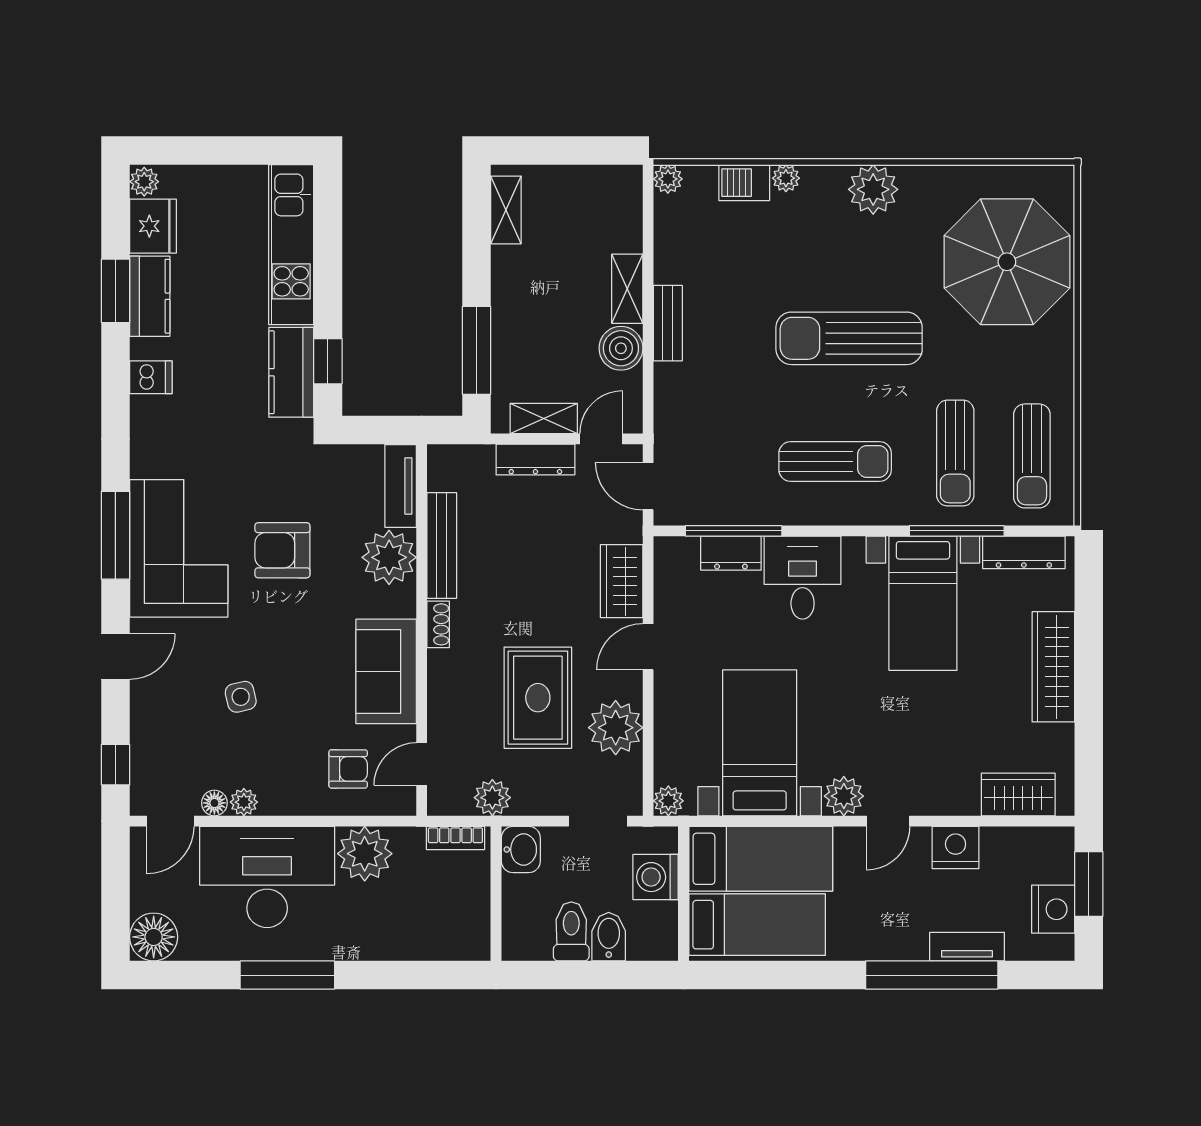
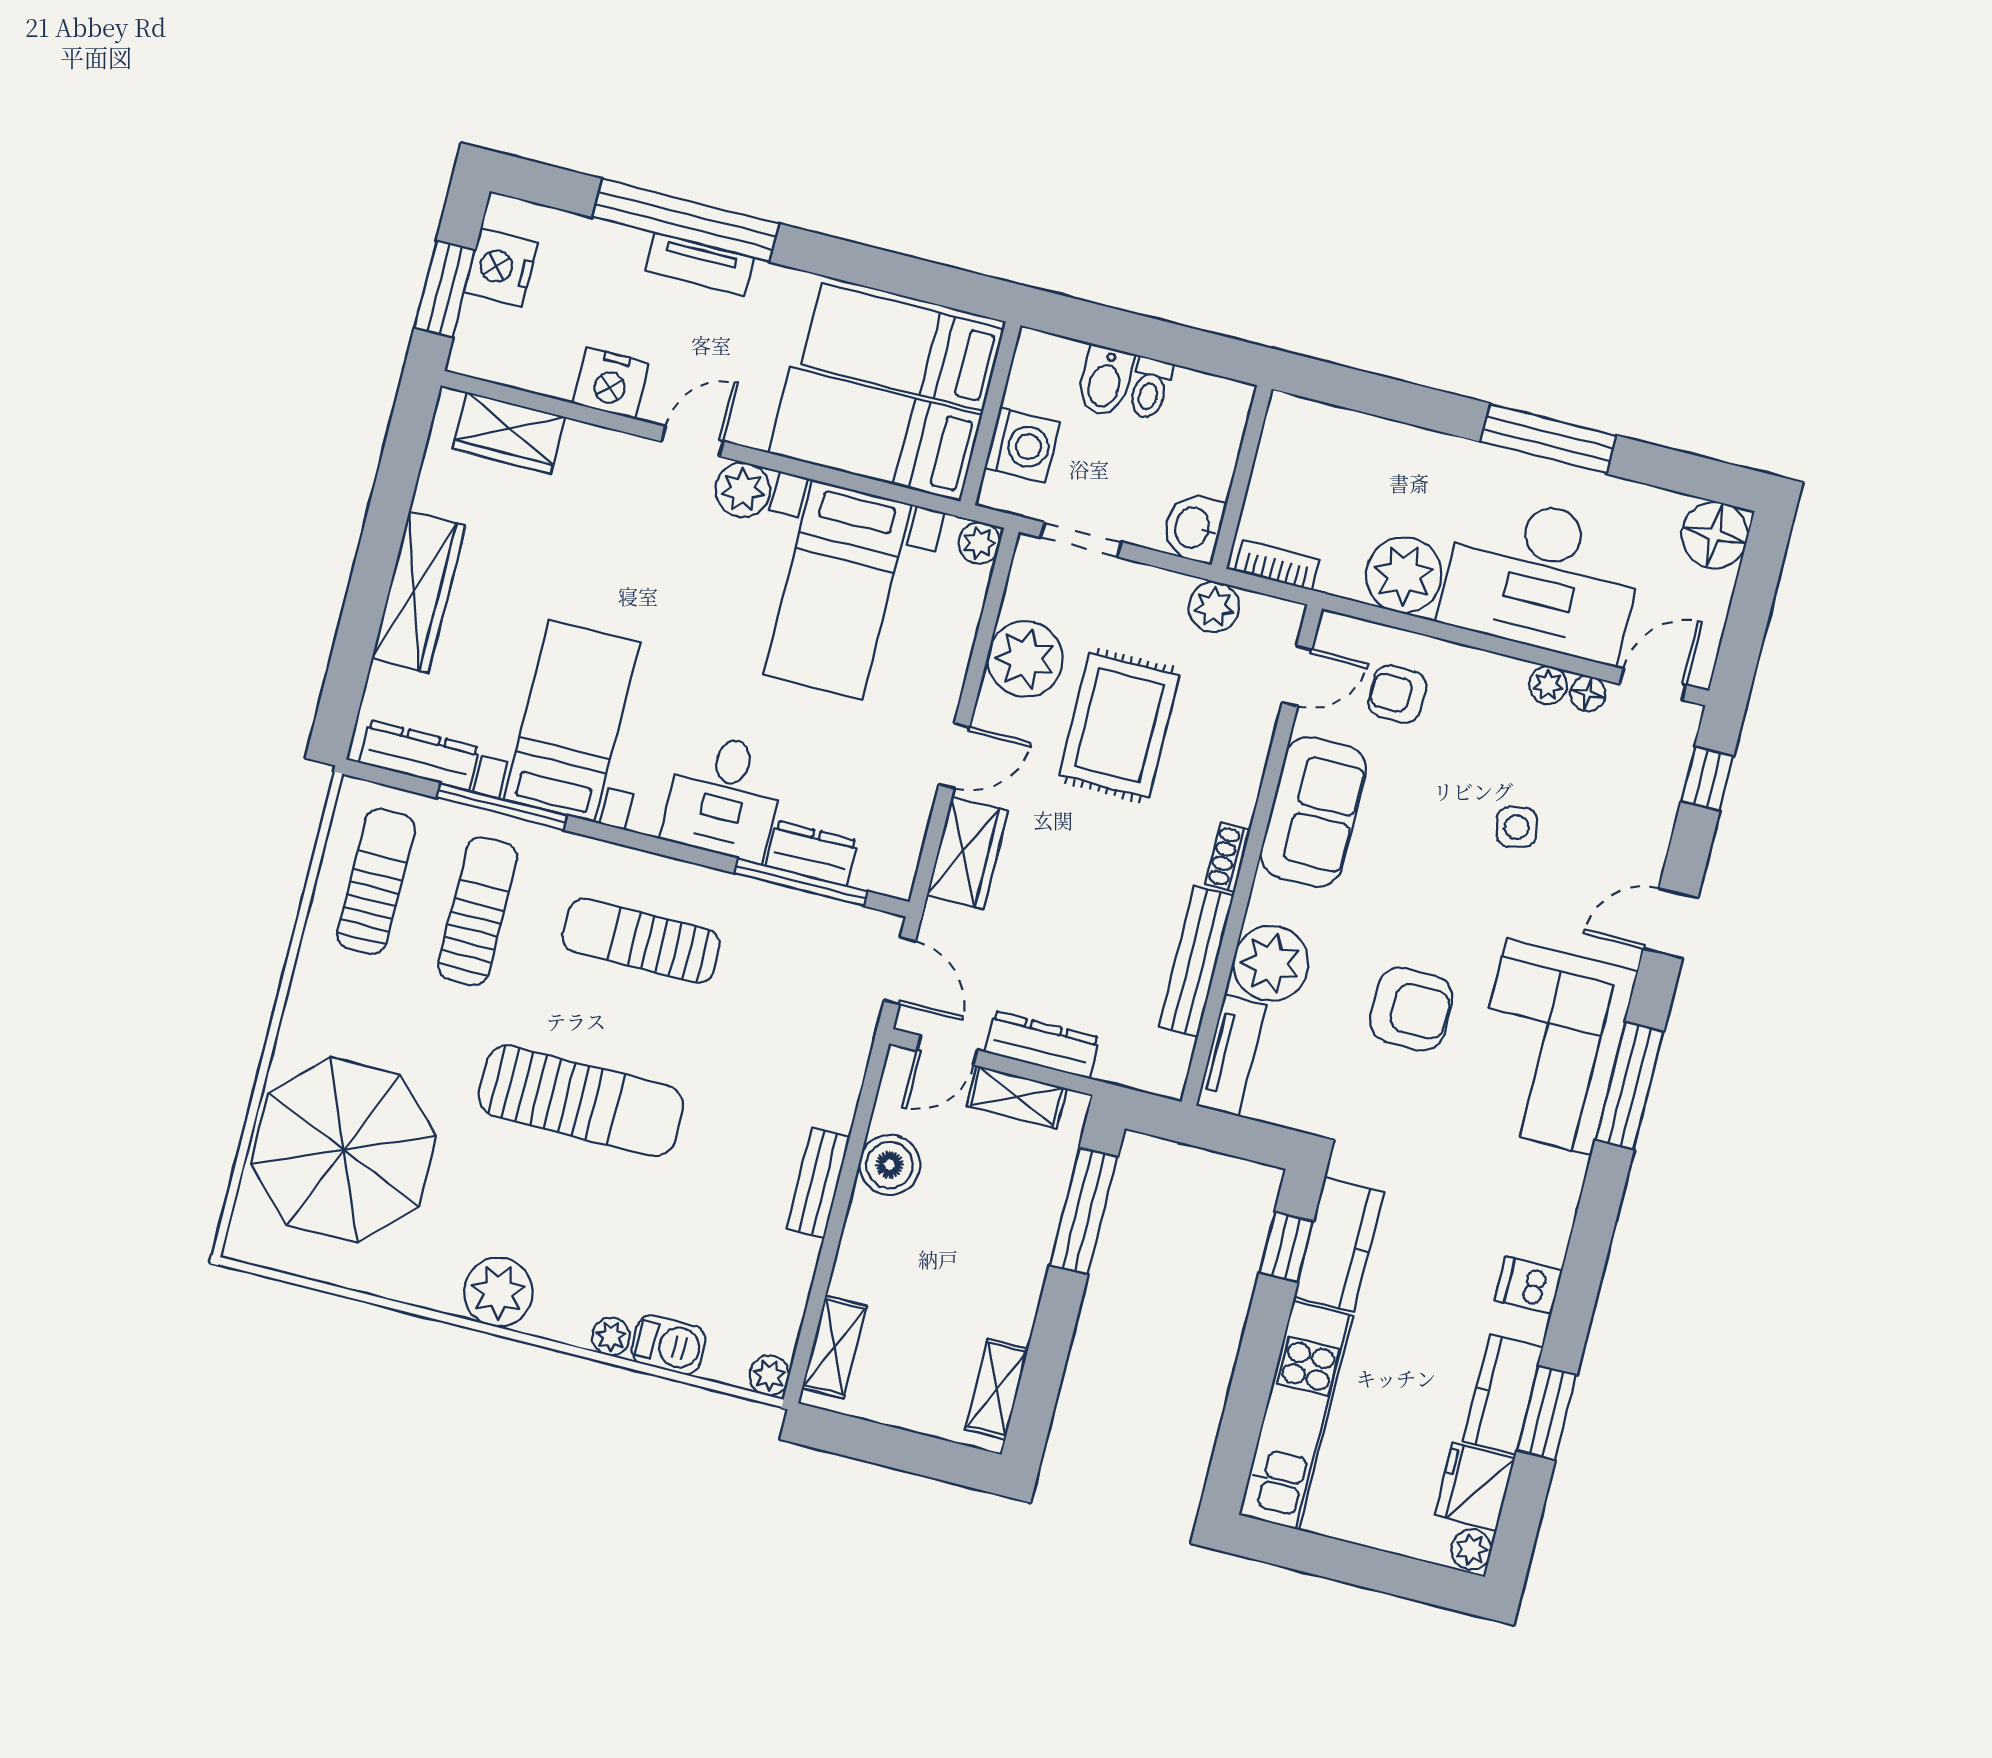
shelving: (627, 289) -> (834, 1347), moved
toilet: (571, 931) -> (1150, 388), width x0.73, depth x0.72
tv unit: (967, 947) -> (699, 264), moved

